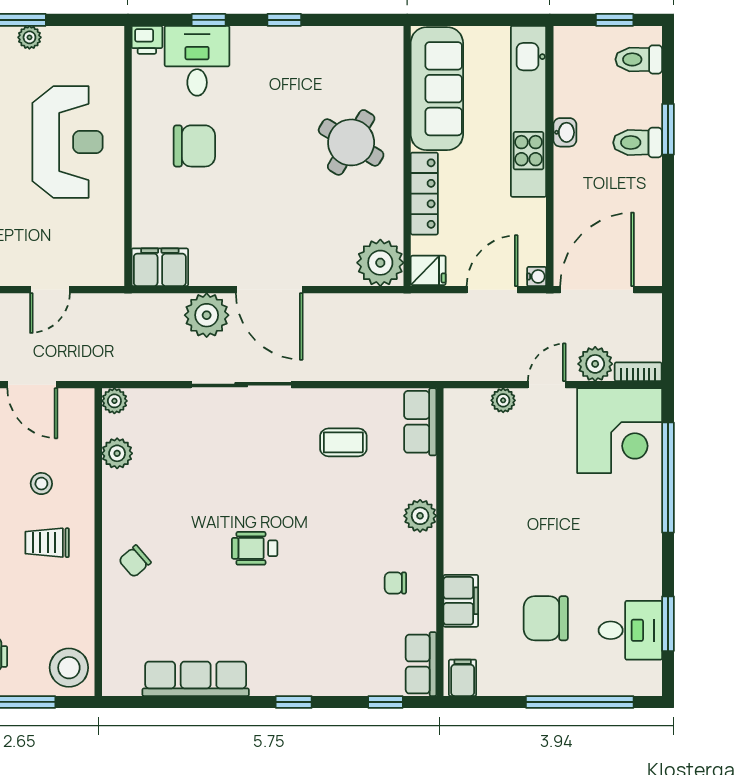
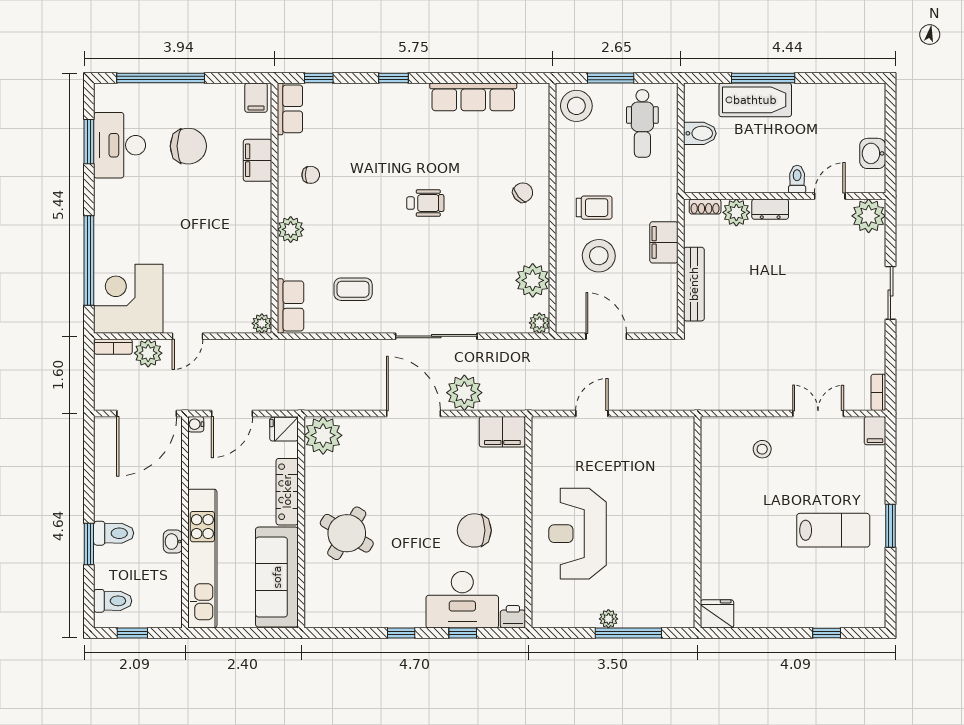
desk: (197, 61) -> (462, 600), width x1.37
plant: (503, 400) -> (262, 323), moved
plant: (117, 453) -> (533, 280), width x1.36, depth x1.36
stool: (41, 484) -> (599, 256), width x1.89, depth x1.89
desk: (630, 630) -> (120, 145), width x1.37

